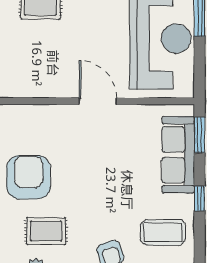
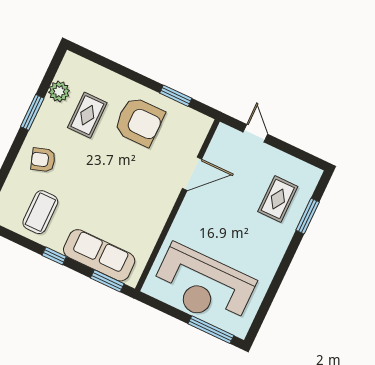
door: (98, 101) -> (192, 174), moved

